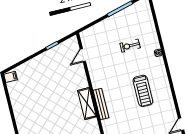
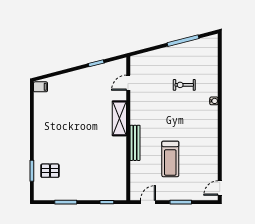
treadmill: (143, 91) -> (170, 159), moved
shelving: (87, 104) -> (119, 118), moved

